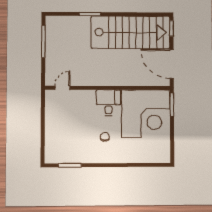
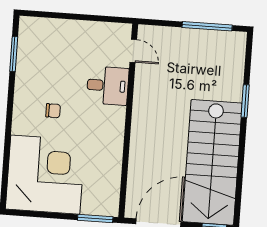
desk: (109, 103) -> (108, 86), moved
corner desk: (146, 114) -> (45, 175), moved, turned 180

